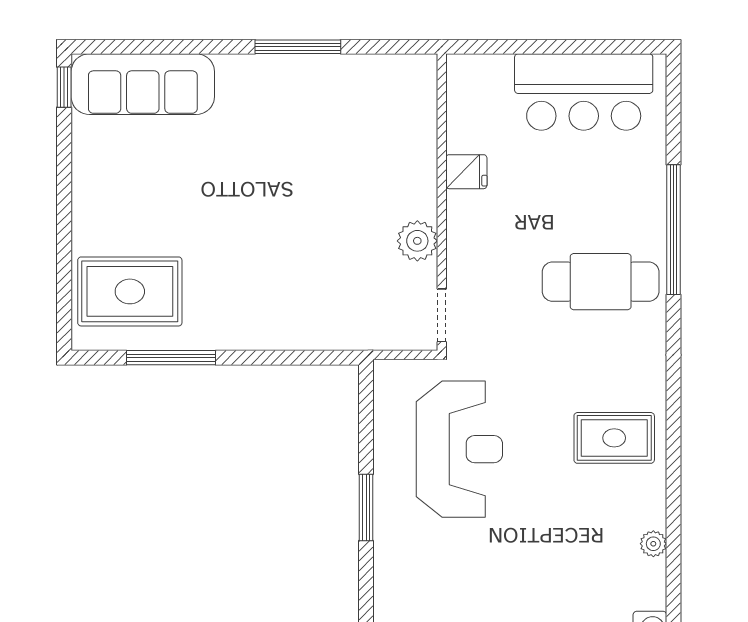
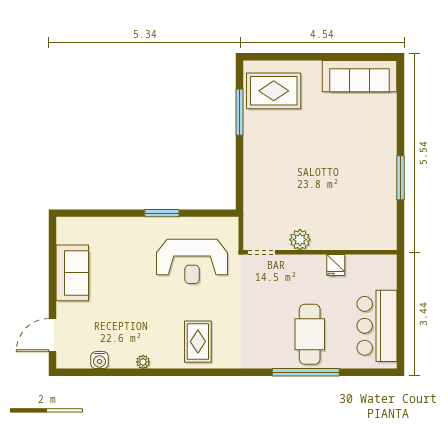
sofa: (143, 84) -> (360, 76), moved, turned -90
window: (64, 87) -> (379, 57), removed
cafe table: (601, 282) -> (310, 334), moved
rug: (130, 291) -> (274, 91), turned 90

